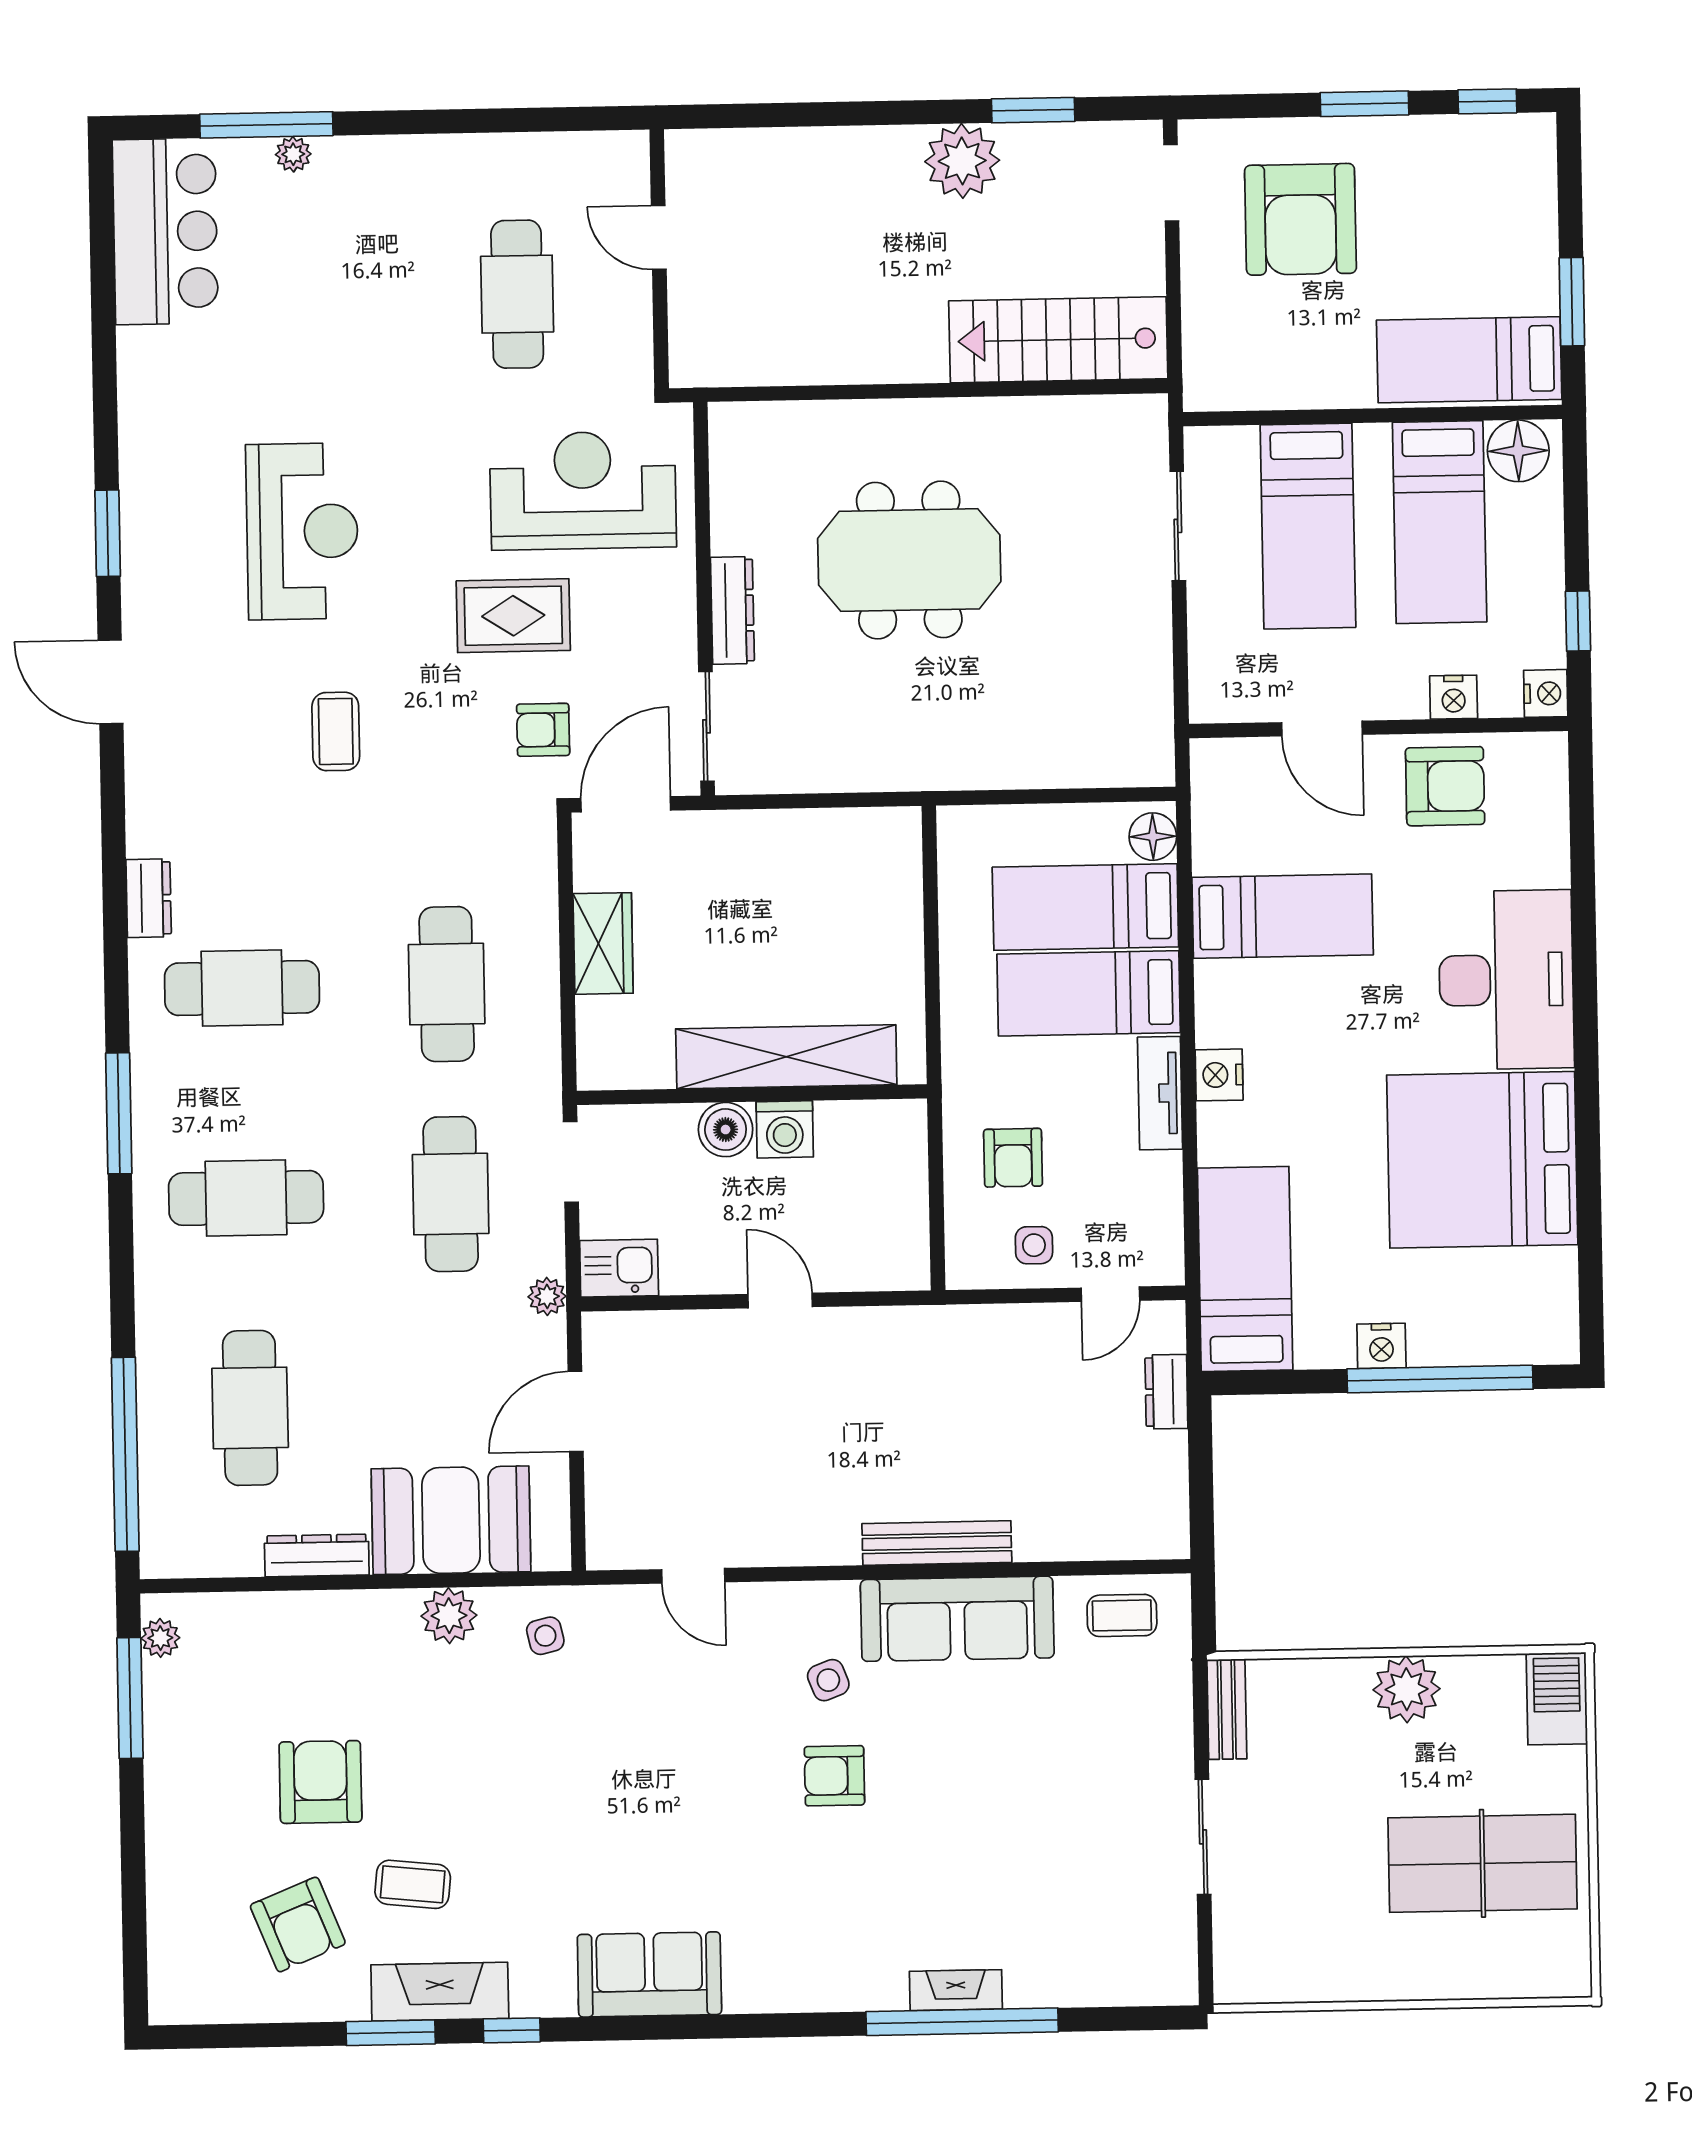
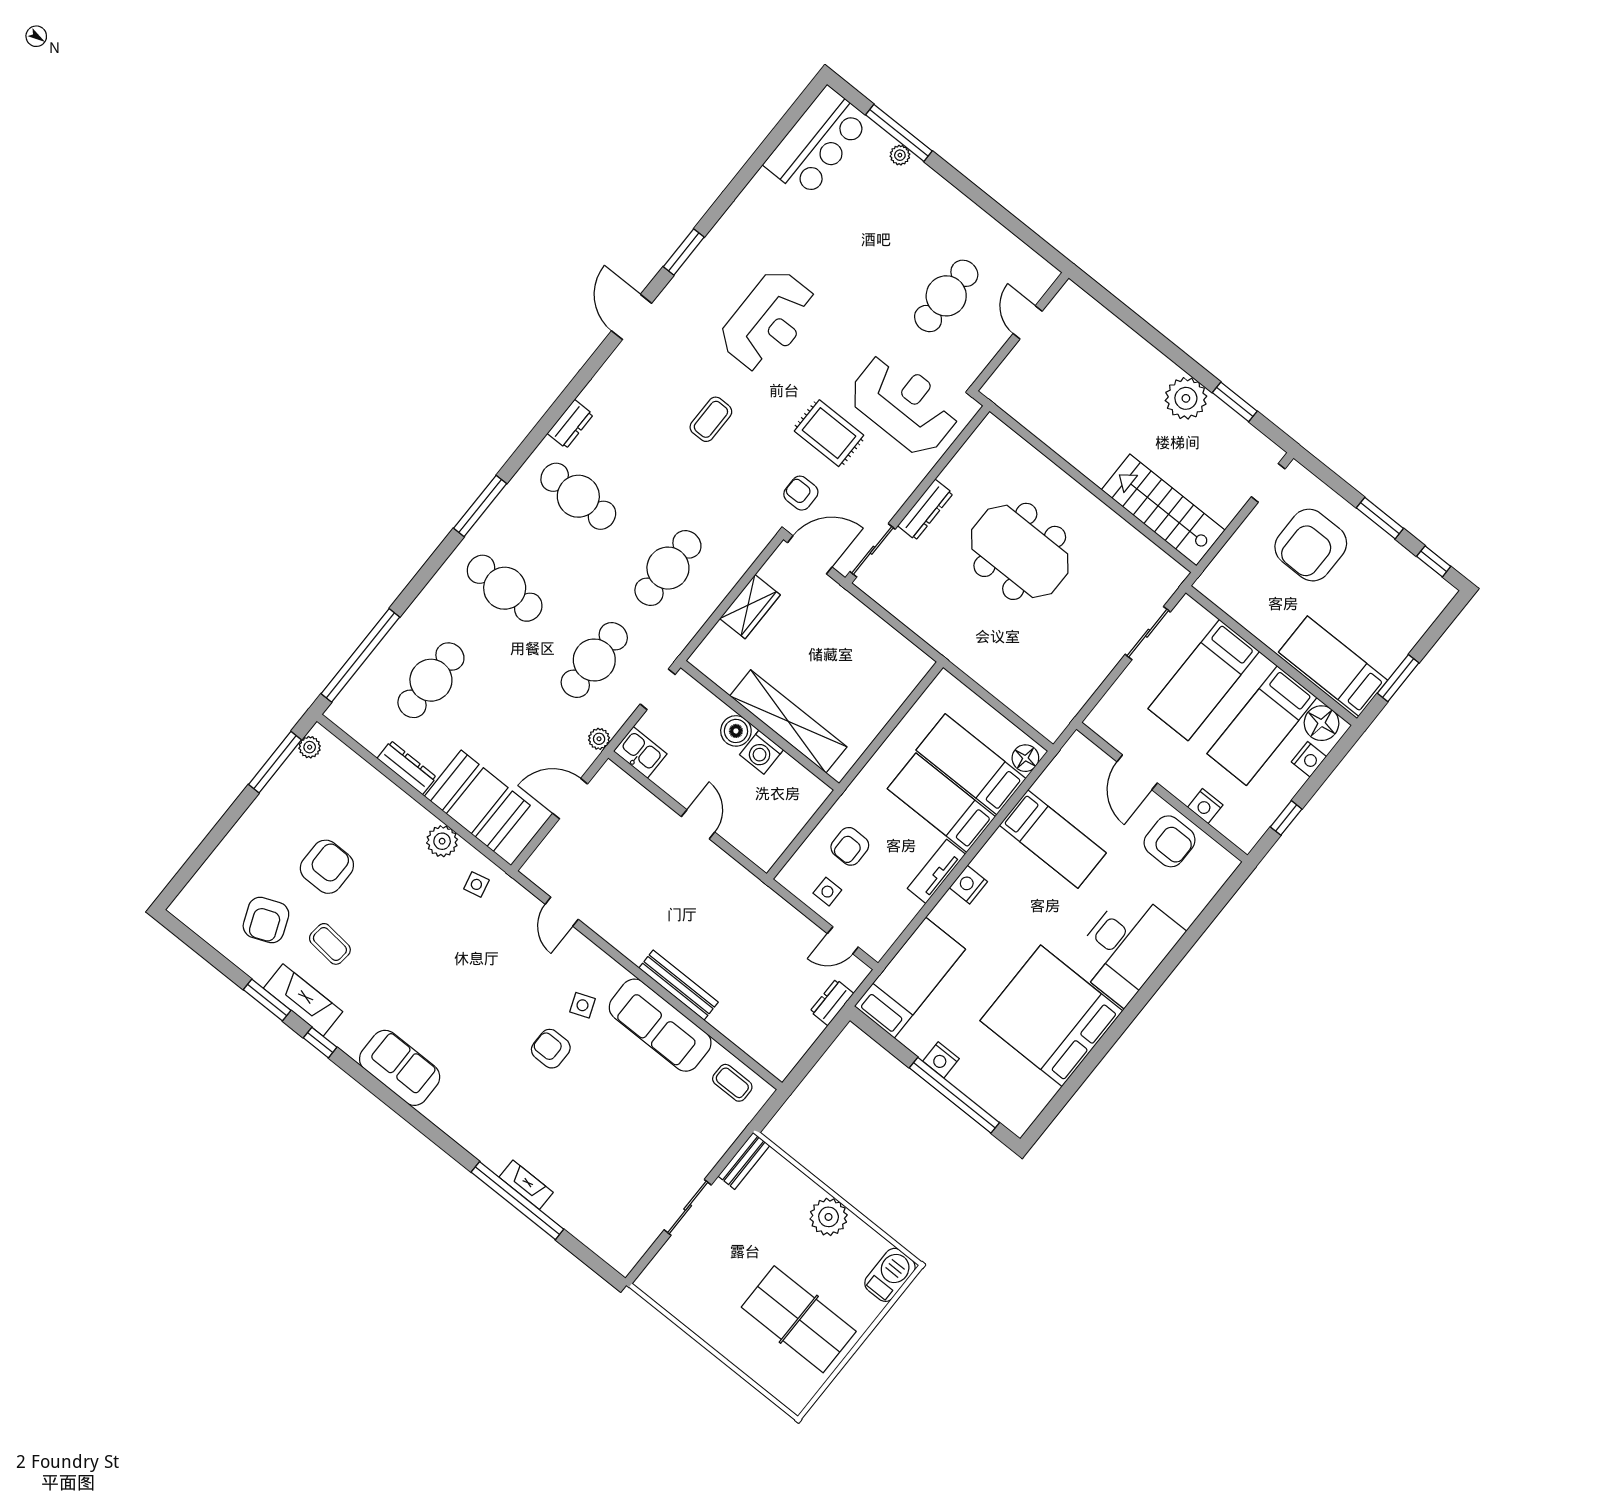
nightstand: (1546, 693) -> (1309, 759), moved

